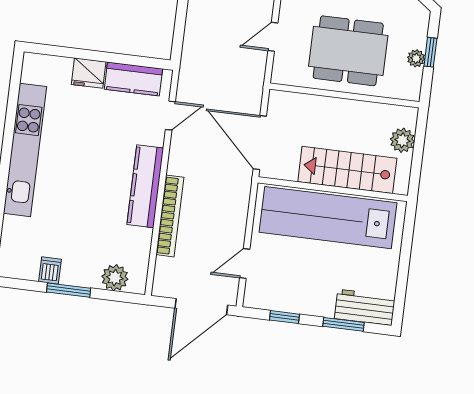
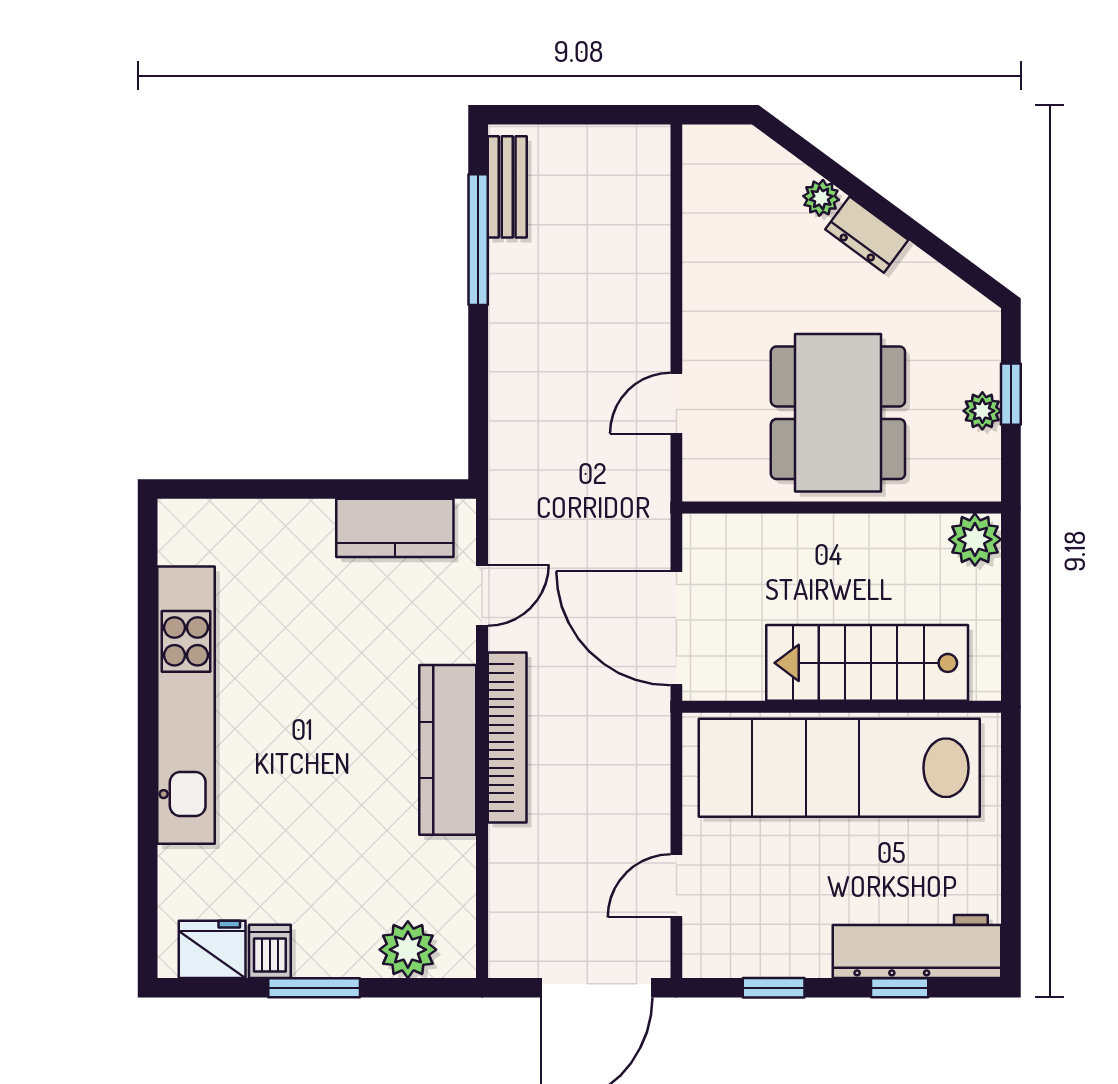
dining table: (348, 51) -> (838, 413), turned 90
fridge: (89, 73) -> (212, 949), moved, turned 180
plant: (402, 140) -> (975, 539), moved
bookcase: (170, 216) -> (507, 737), moved
workbench: (365, 307) -> (917, 946), width x1.38
window: (344, 324) -> (900, 988), width x0.67

